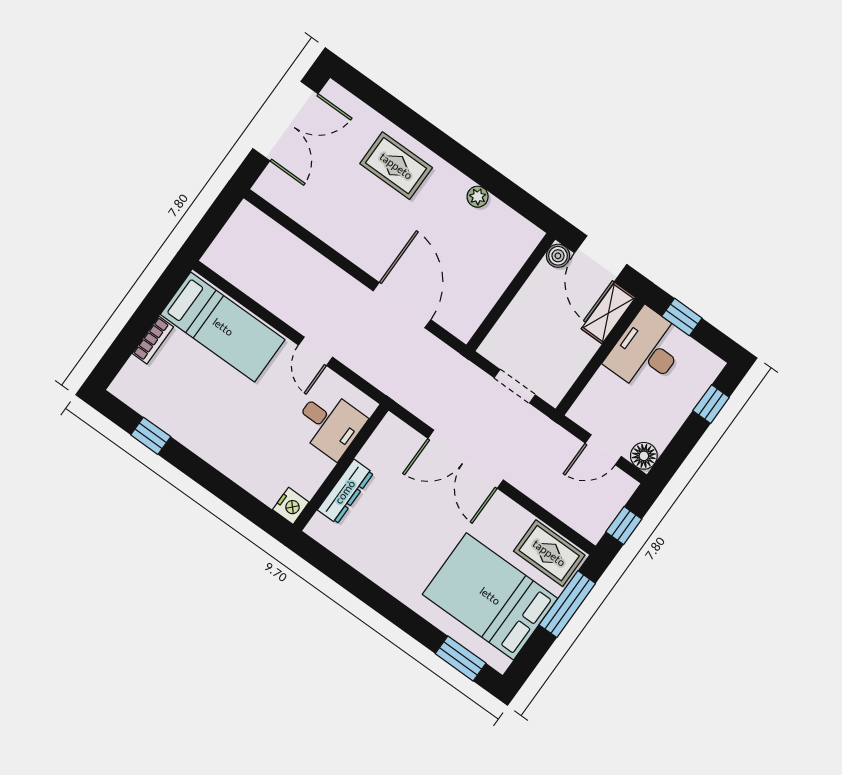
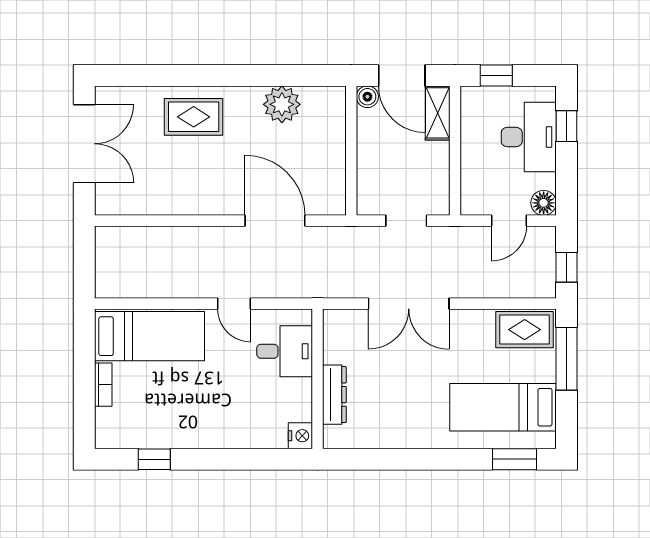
plant: (478, 197) -> (282, 104), width x1.88, depth x1.88
desk: (647, 351) -> (529, 137), moved, turned 180
bed: (490, 596) -> (503, 407), width x0.67

